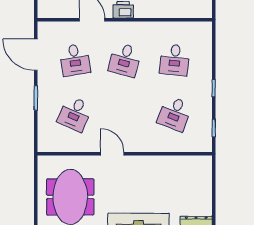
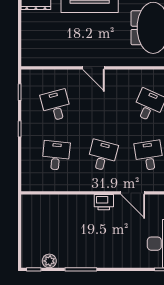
desk: (175, 114) -> (56, 105), turned -36
door: (112, 154) -> (94, 68), moved

